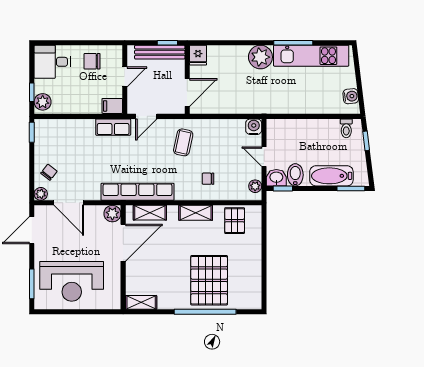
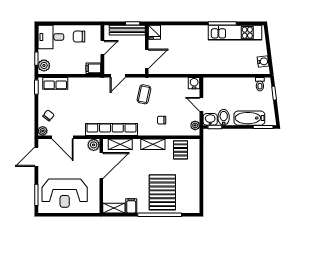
plant: (260, 57) -> (199, 34), removed
row of seats: (113, 127) -> (55, 83), moved
filing cabinet: (165, 299) -> (131, 206), added

